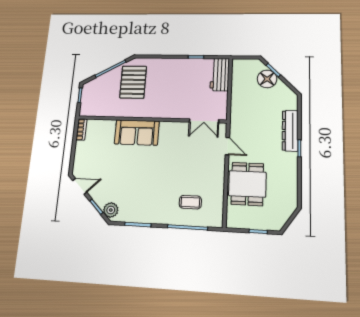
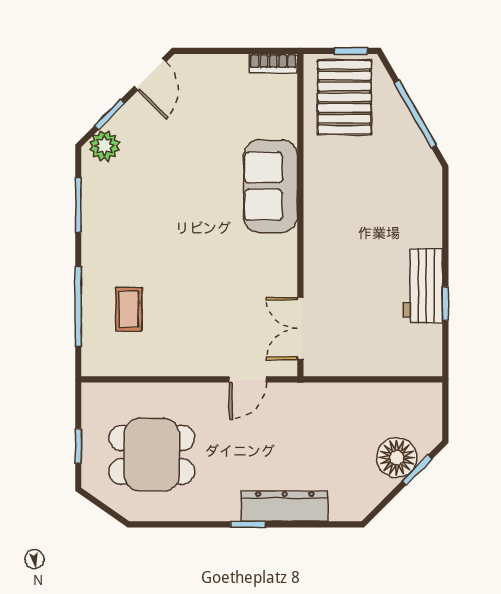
workbench: (220, 75) -> (423, 286), moved, turned -90
pallet: (133, 82) -> (344, 97), moved, turned 90
dining table: (247, 184) -> (152, 455), moved

